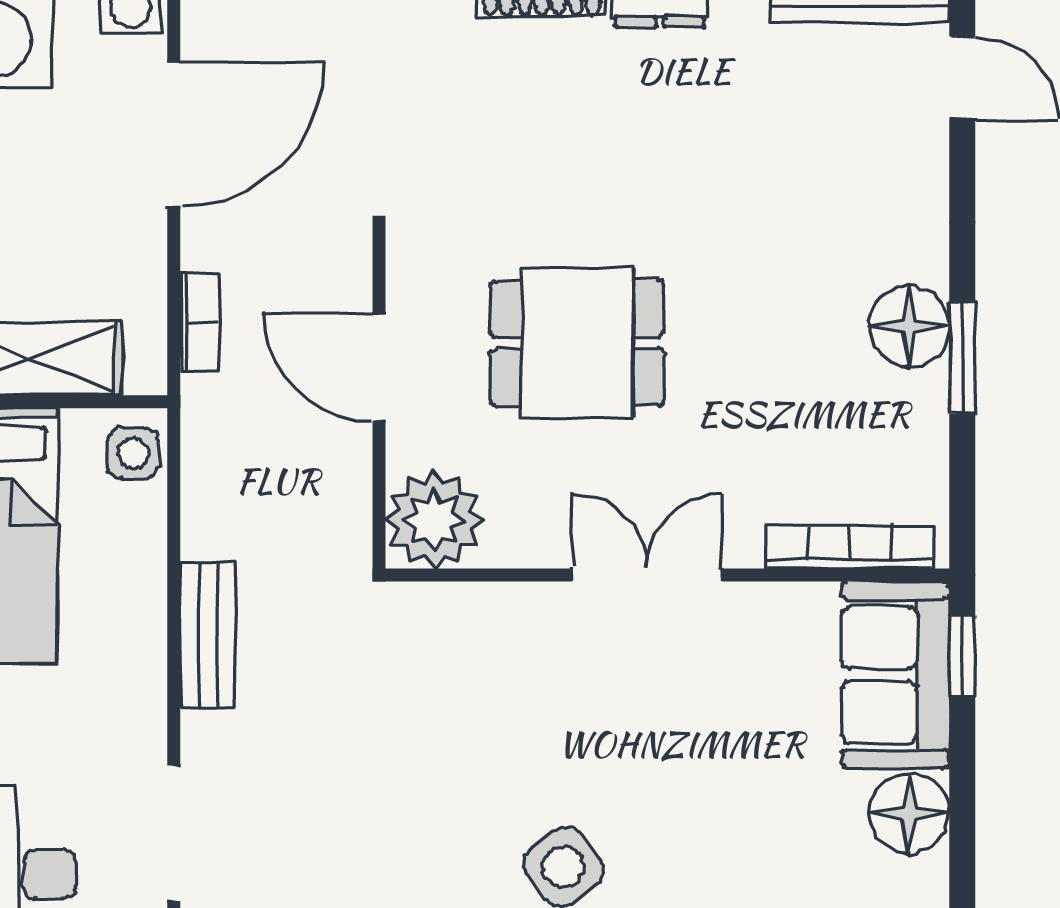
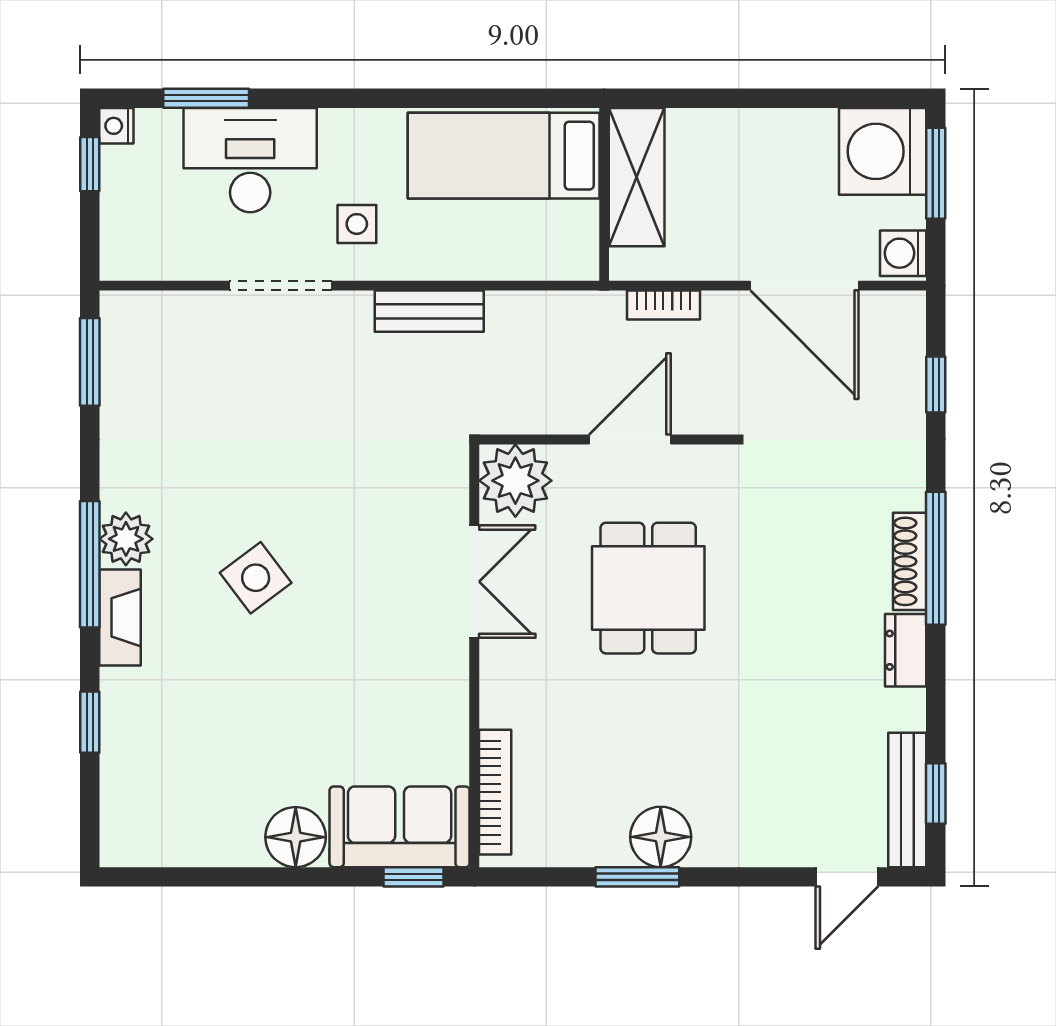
side table: (133, 453) -> (357, 224), moved
double door: (647, 575) -> (474, 582), moved

